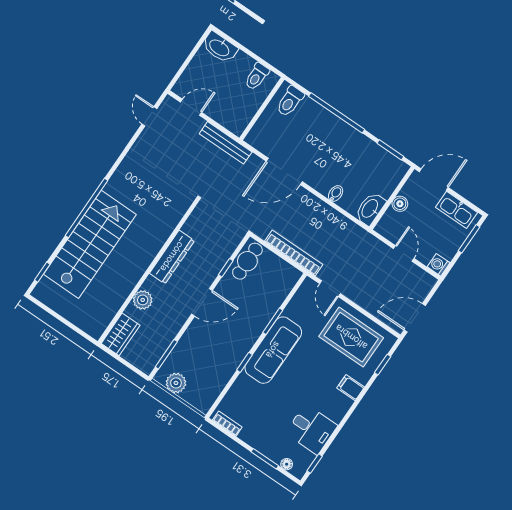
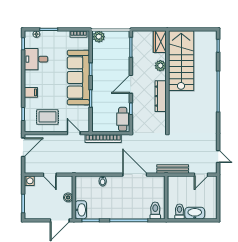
washbasin: (220, 47) -> (195, 213), moved
door: (284, 171) -> (135, 175), hinge flipped
washbasin: (370, 209) -> (81, 210), moved
kitchen sink: (457, 210) -> (39, 213), removed
stairs: (90, 244) -> (181, 61), moved, turned 180
rug: (351, 337) -> (47, 117), width x0.73, depth x0.70
sofa: (273, 350) -> (78, 77), width x1.36, depth x1.27
plant: (176, 383) -> (99, 37), moved

